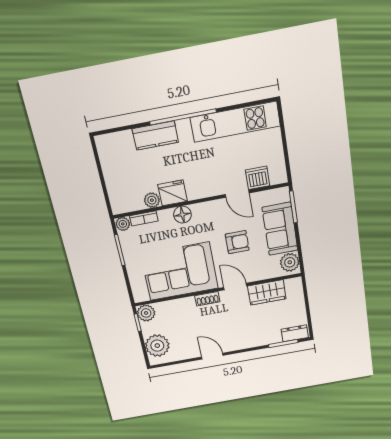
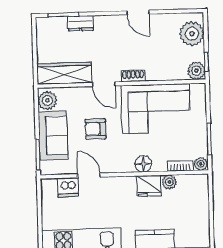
wardrobe: (267, 292) -> (64, 73), width x1.50
dresser: (295, 333) -> (81, 23), moved

